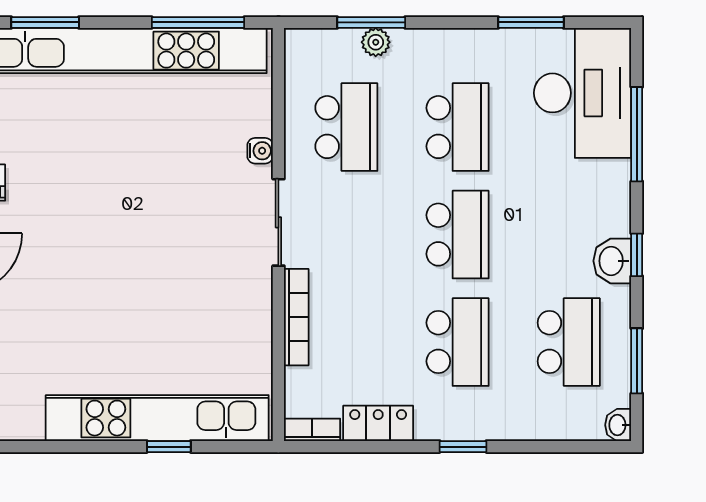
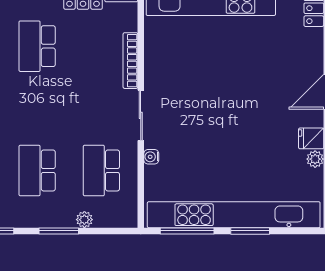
window: (45, 22) -> (250, 231), moved
window: (371, 22) -> (59, 231), moved
school desk: (458, 235) -> (37, 108), removed

